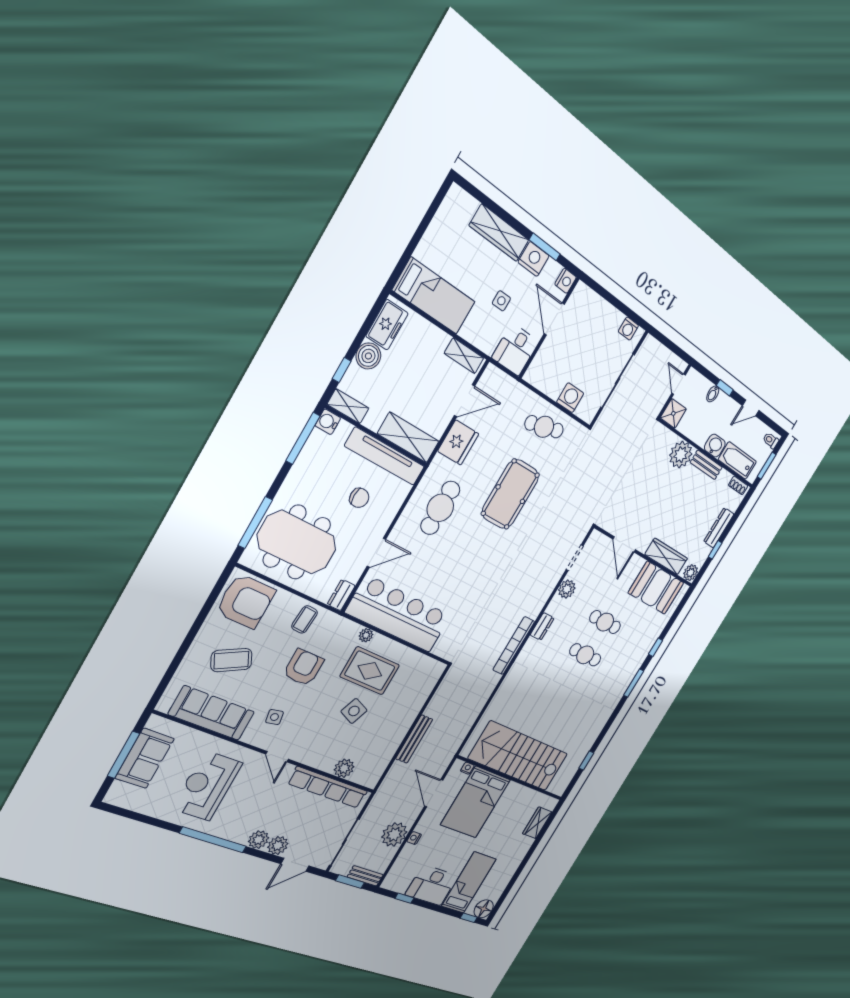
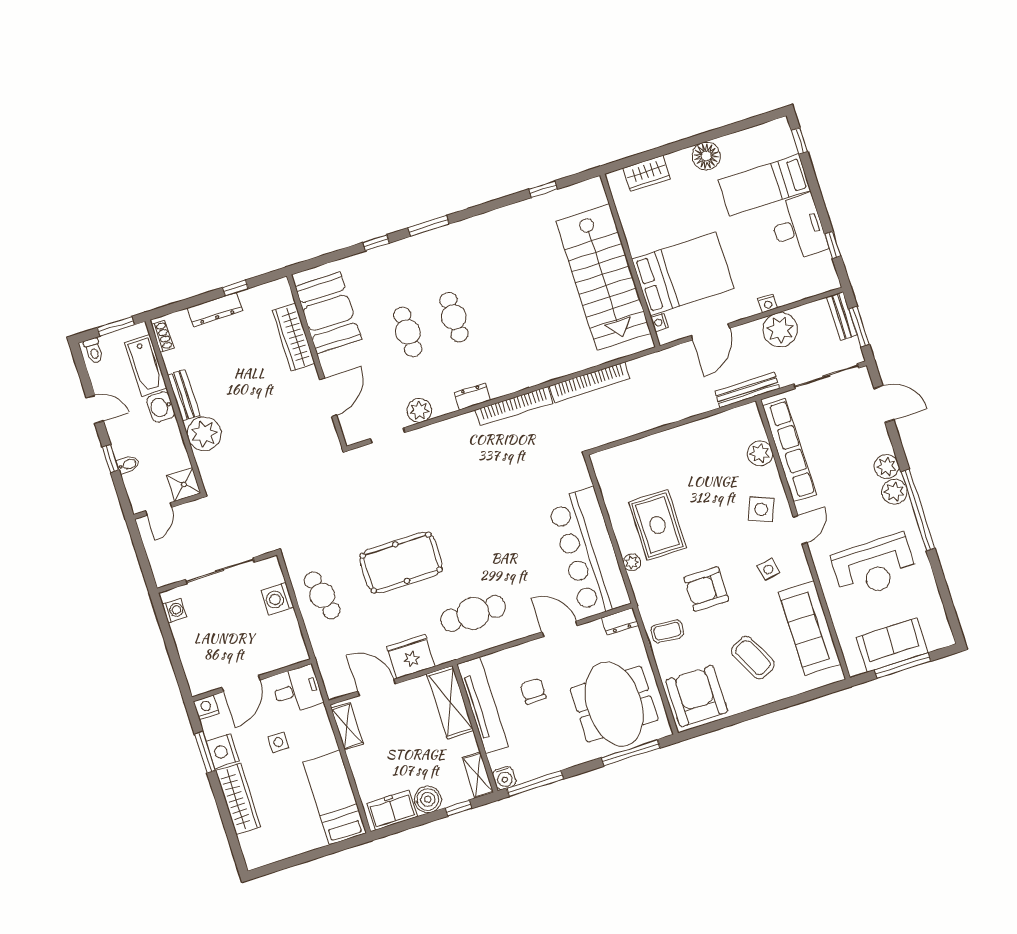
plant: (691, 573) -> (280, 290), removed
bookcase: (480, 701) -> (590, 382), added
side table: (354, 711) -> (761, 509), moved
bench: (414, 739) -> (747, 390), moved
plant: (278, 845) -> (894, 492), moved
floor lamp: (484, 909) -> (706, 156), moved

